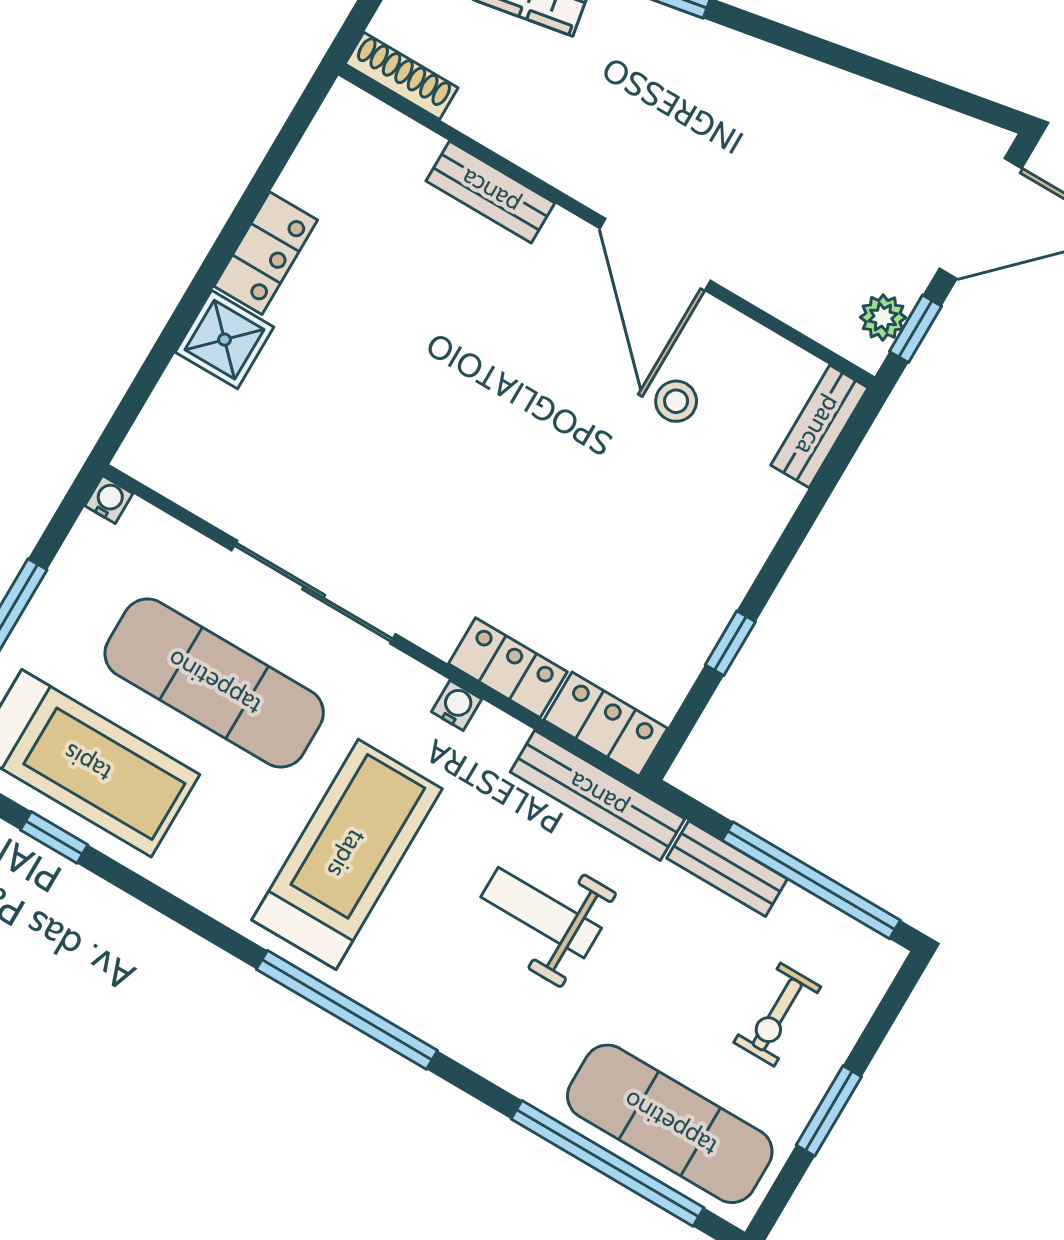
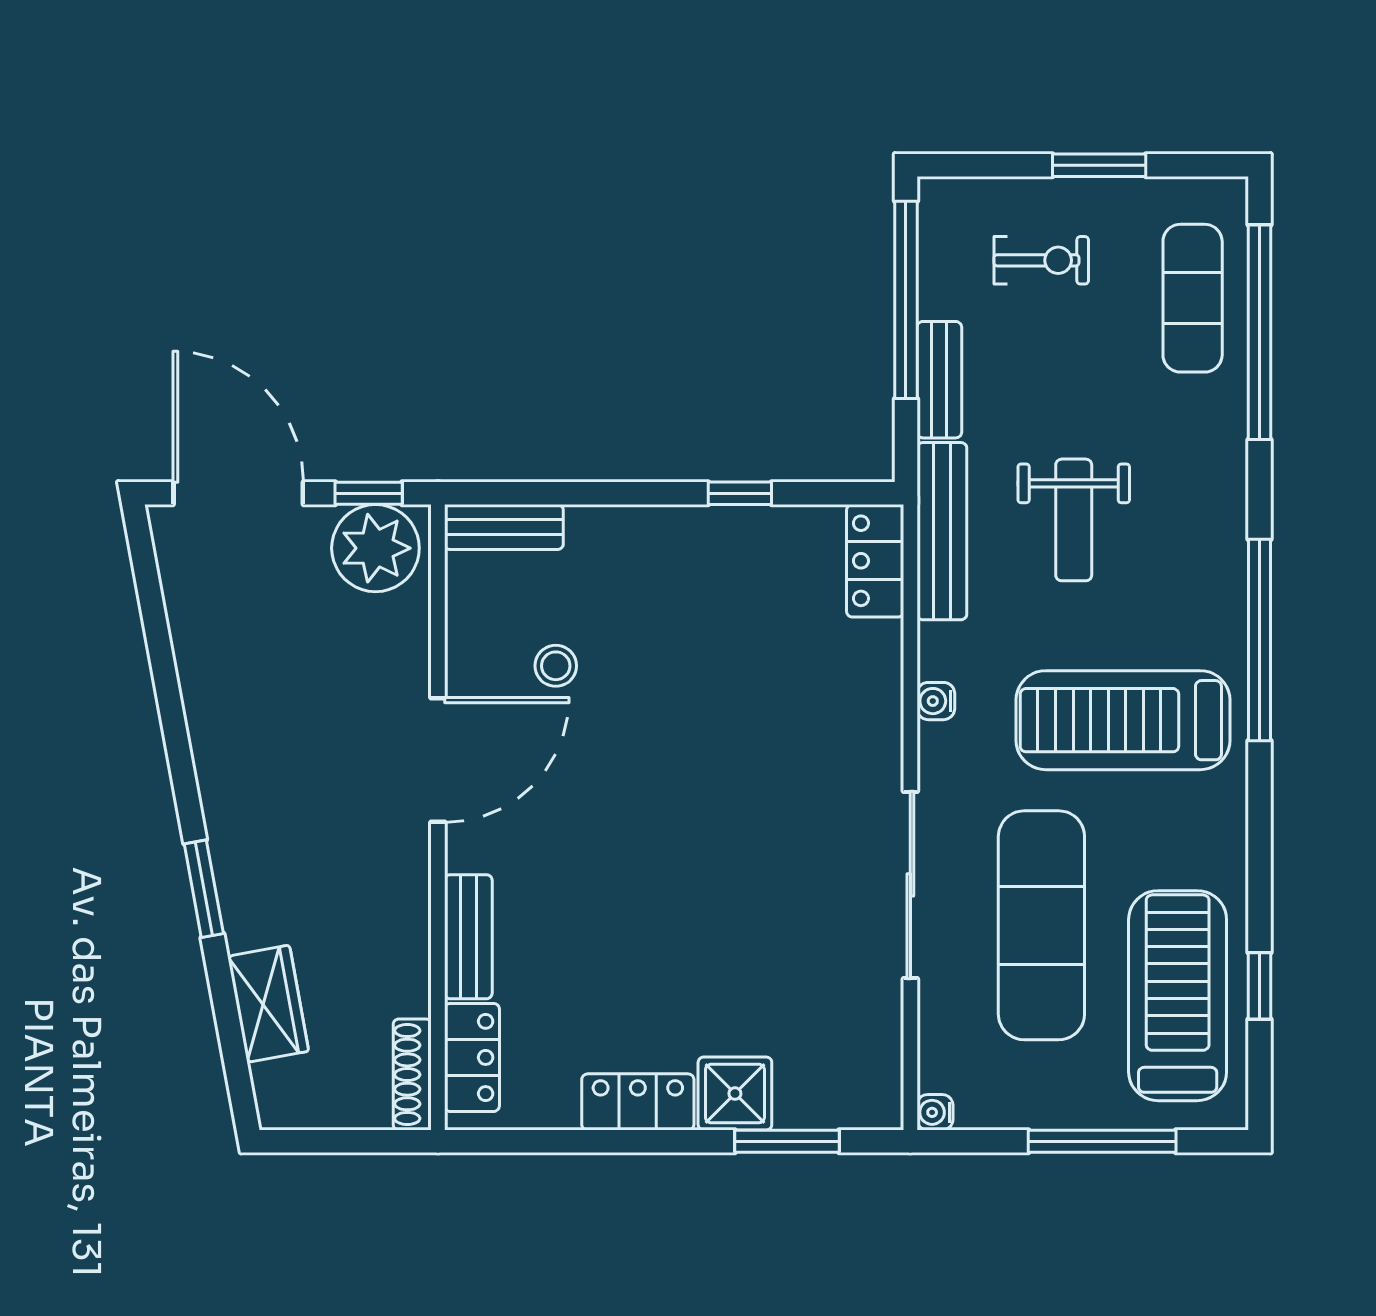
plant: (883, 317) -> (375, 548), width x1.88, depth x1.88
window: (158, 360) -> (787, 1141), added
locker: (508, 668) -> (472, 1057), moved, turned 180
exercise mat: (670, 1124) -> (1193, 298), width x0.73, depth x0.69

